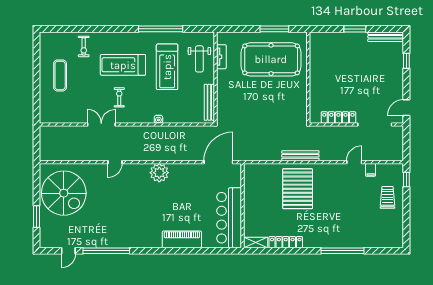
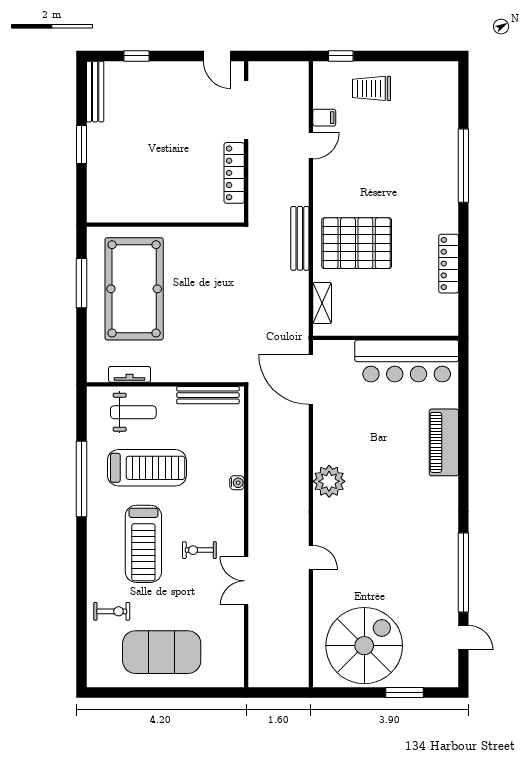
exercise mat: (60, 75) -> (162, 652), width x2.00, depth x1.45
door: (354, 162) -> (311, 146), swing flipped
shelving: (256, 242) -> (322, 303), moved

